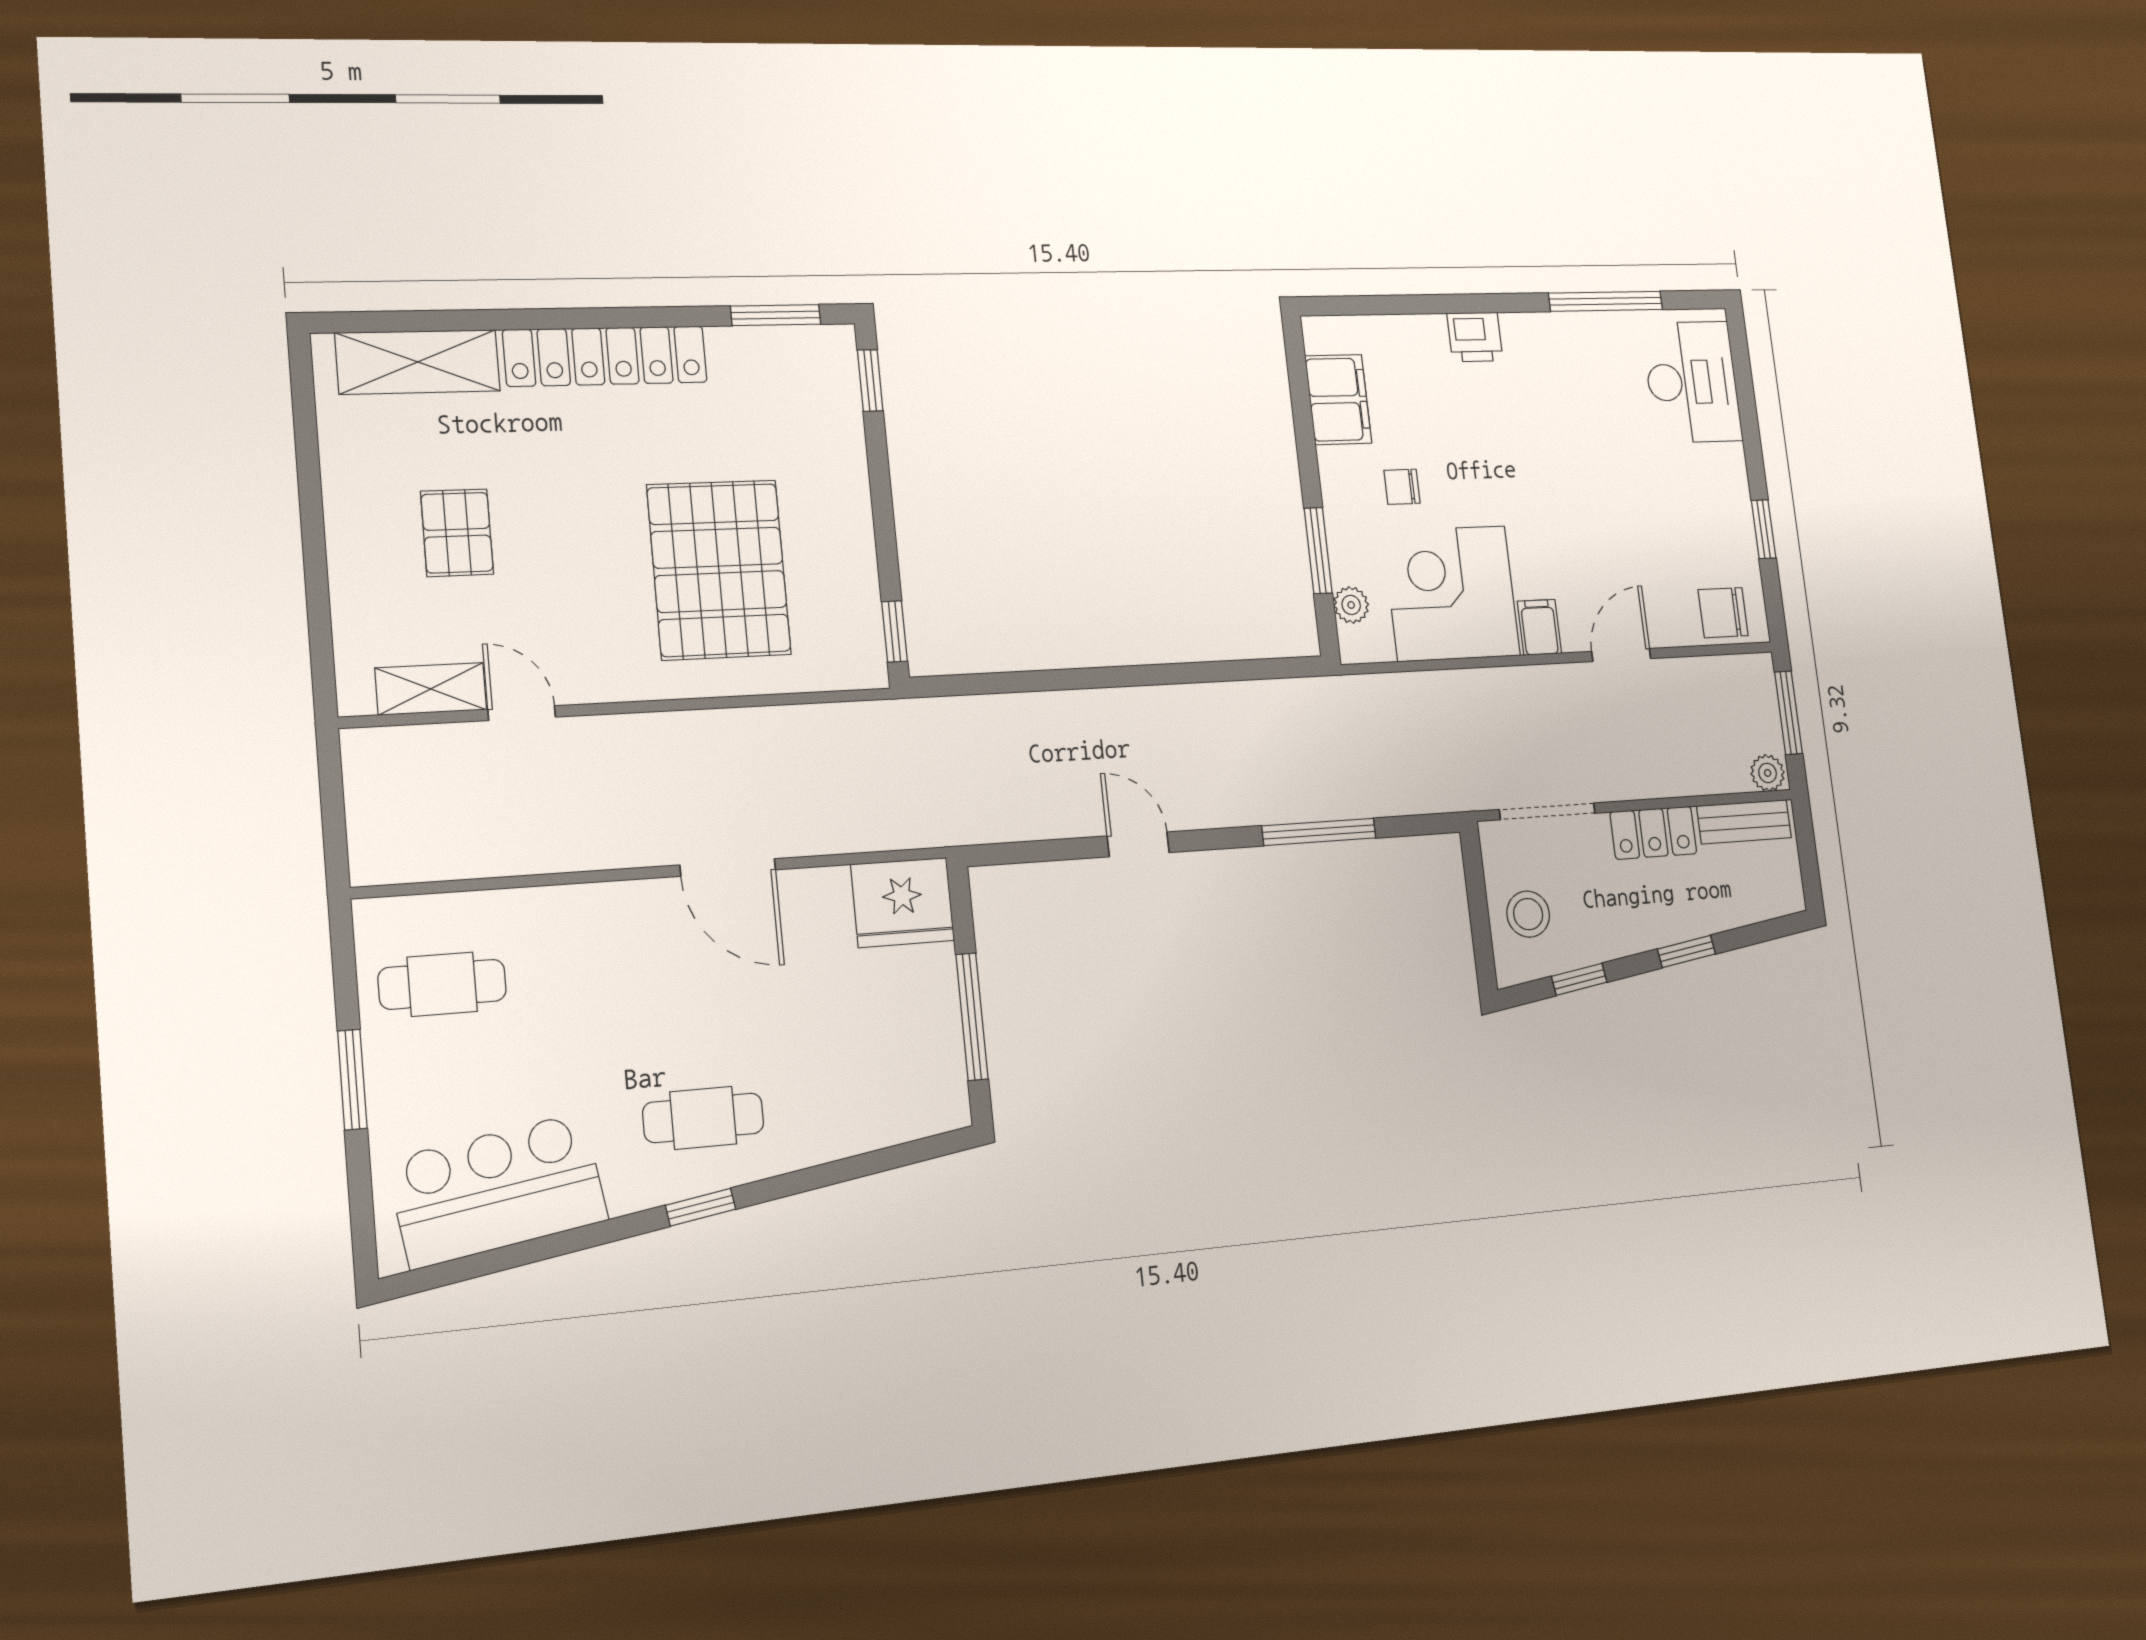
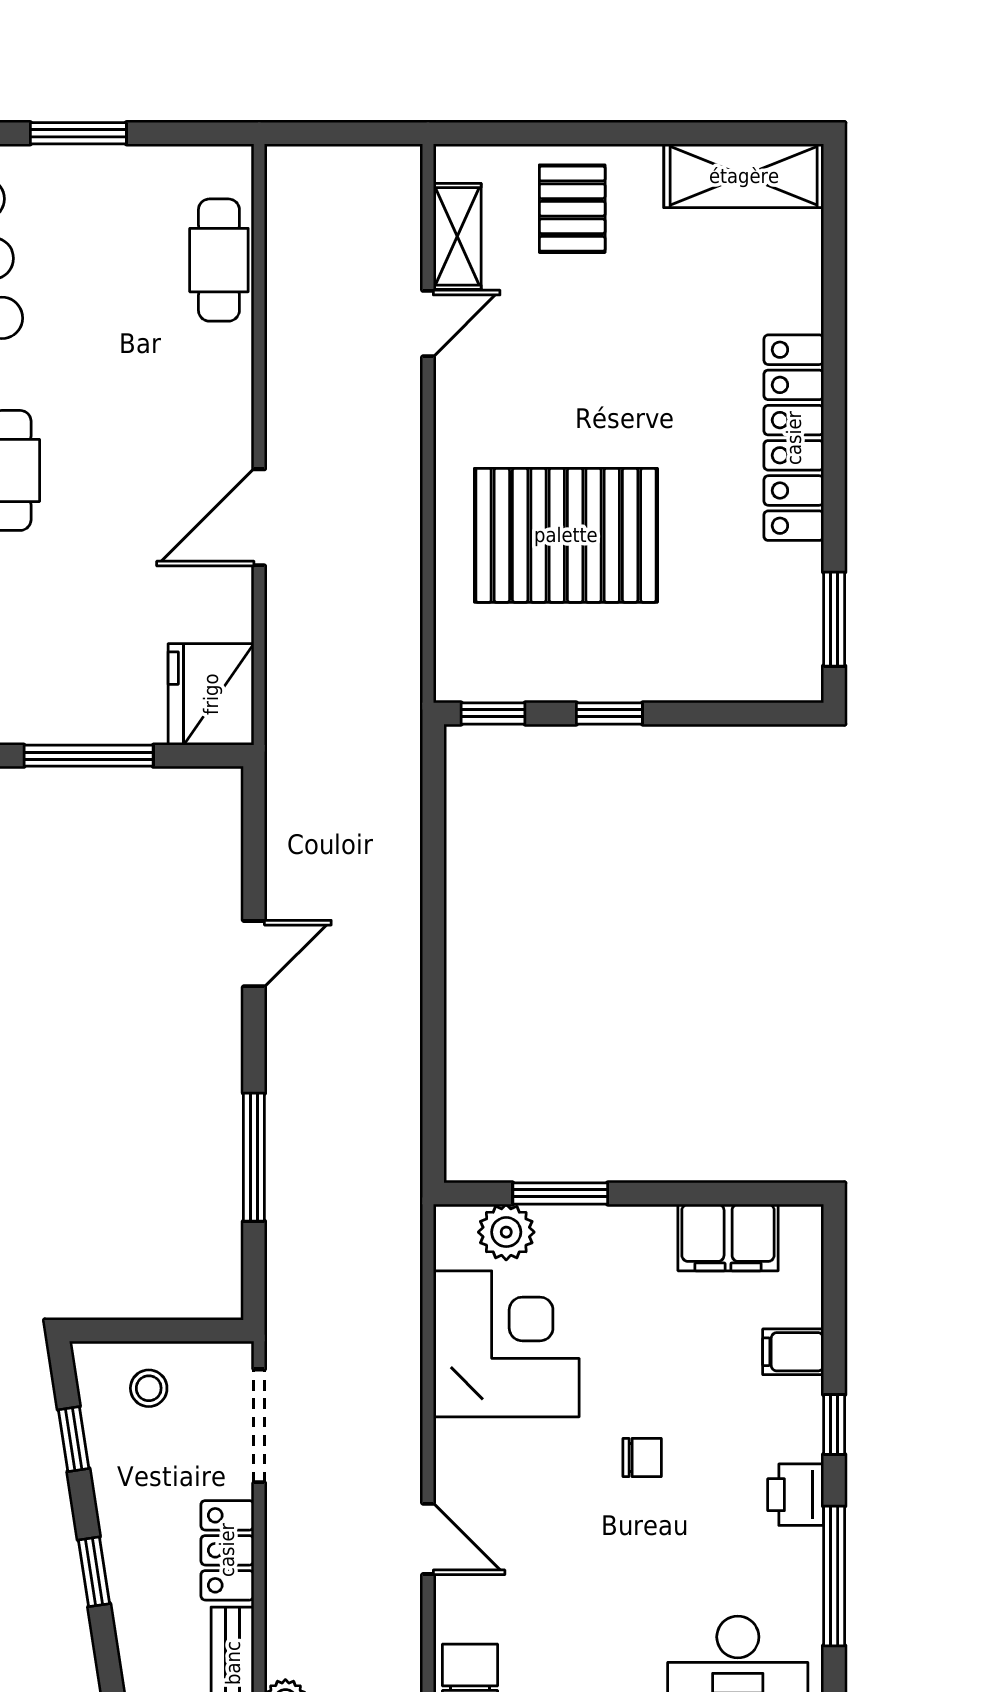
window: (1483, 303) -> (834, 1425), added
printer: (1475, 337) -> (796, 1495), moved
shelving: (418, 362) -> (744, 176), moved, turned 90
window: (870, 380) -> (609, 713), moved
chair: (1402, 487) -> (642, 1458), moved, turned 90
pallet: (457, 533) -> (572, 209), moved, turned 90
plant: (1351, 605) -> (506, 1232), width x1.38, depth x1.38
filing cabinet: (1539, 627) -> (793, 1352), moved, turned 180
stool: (1528, 914) -> (149, 1388), width x0.73, depth x0.73
cafe table: (442, 984) -> (219, 260), moved

